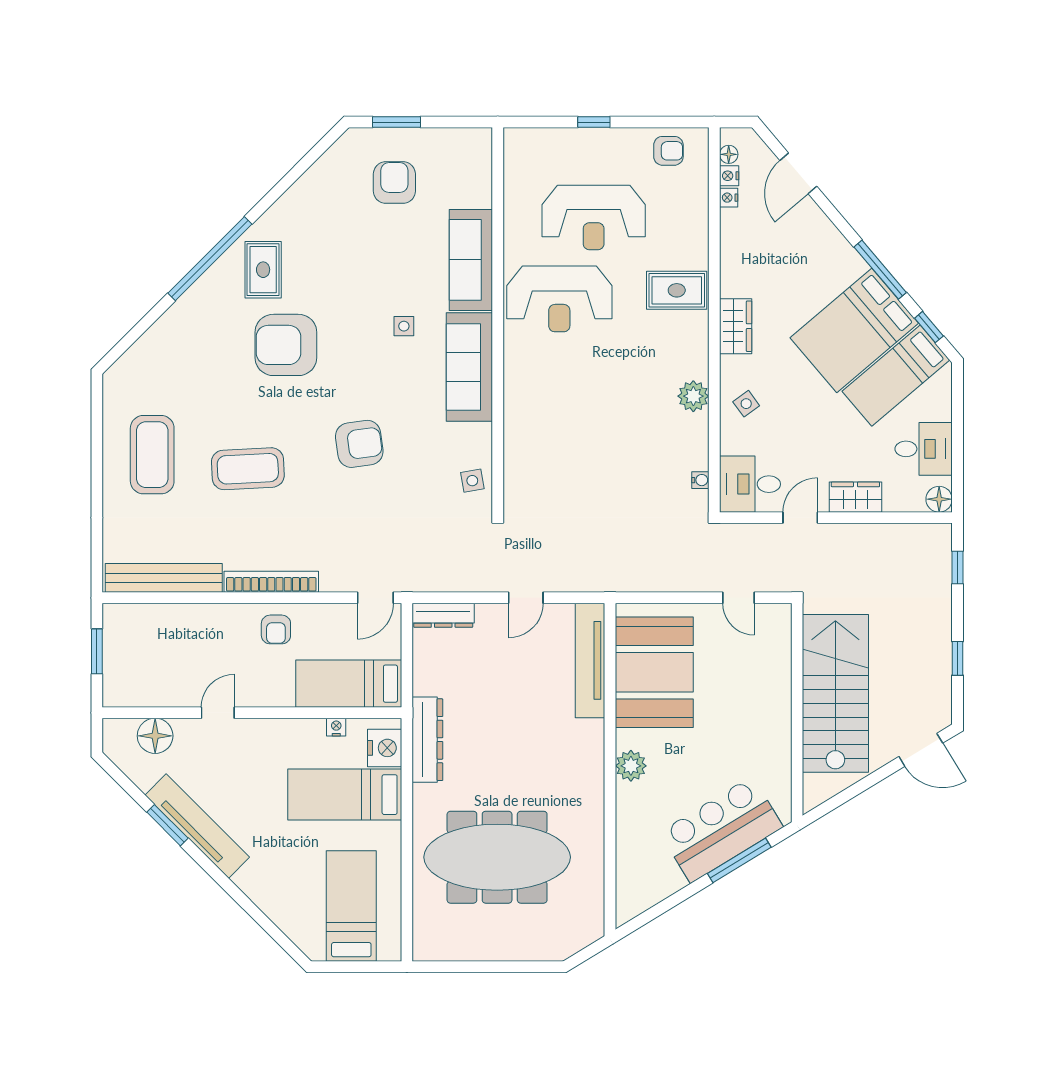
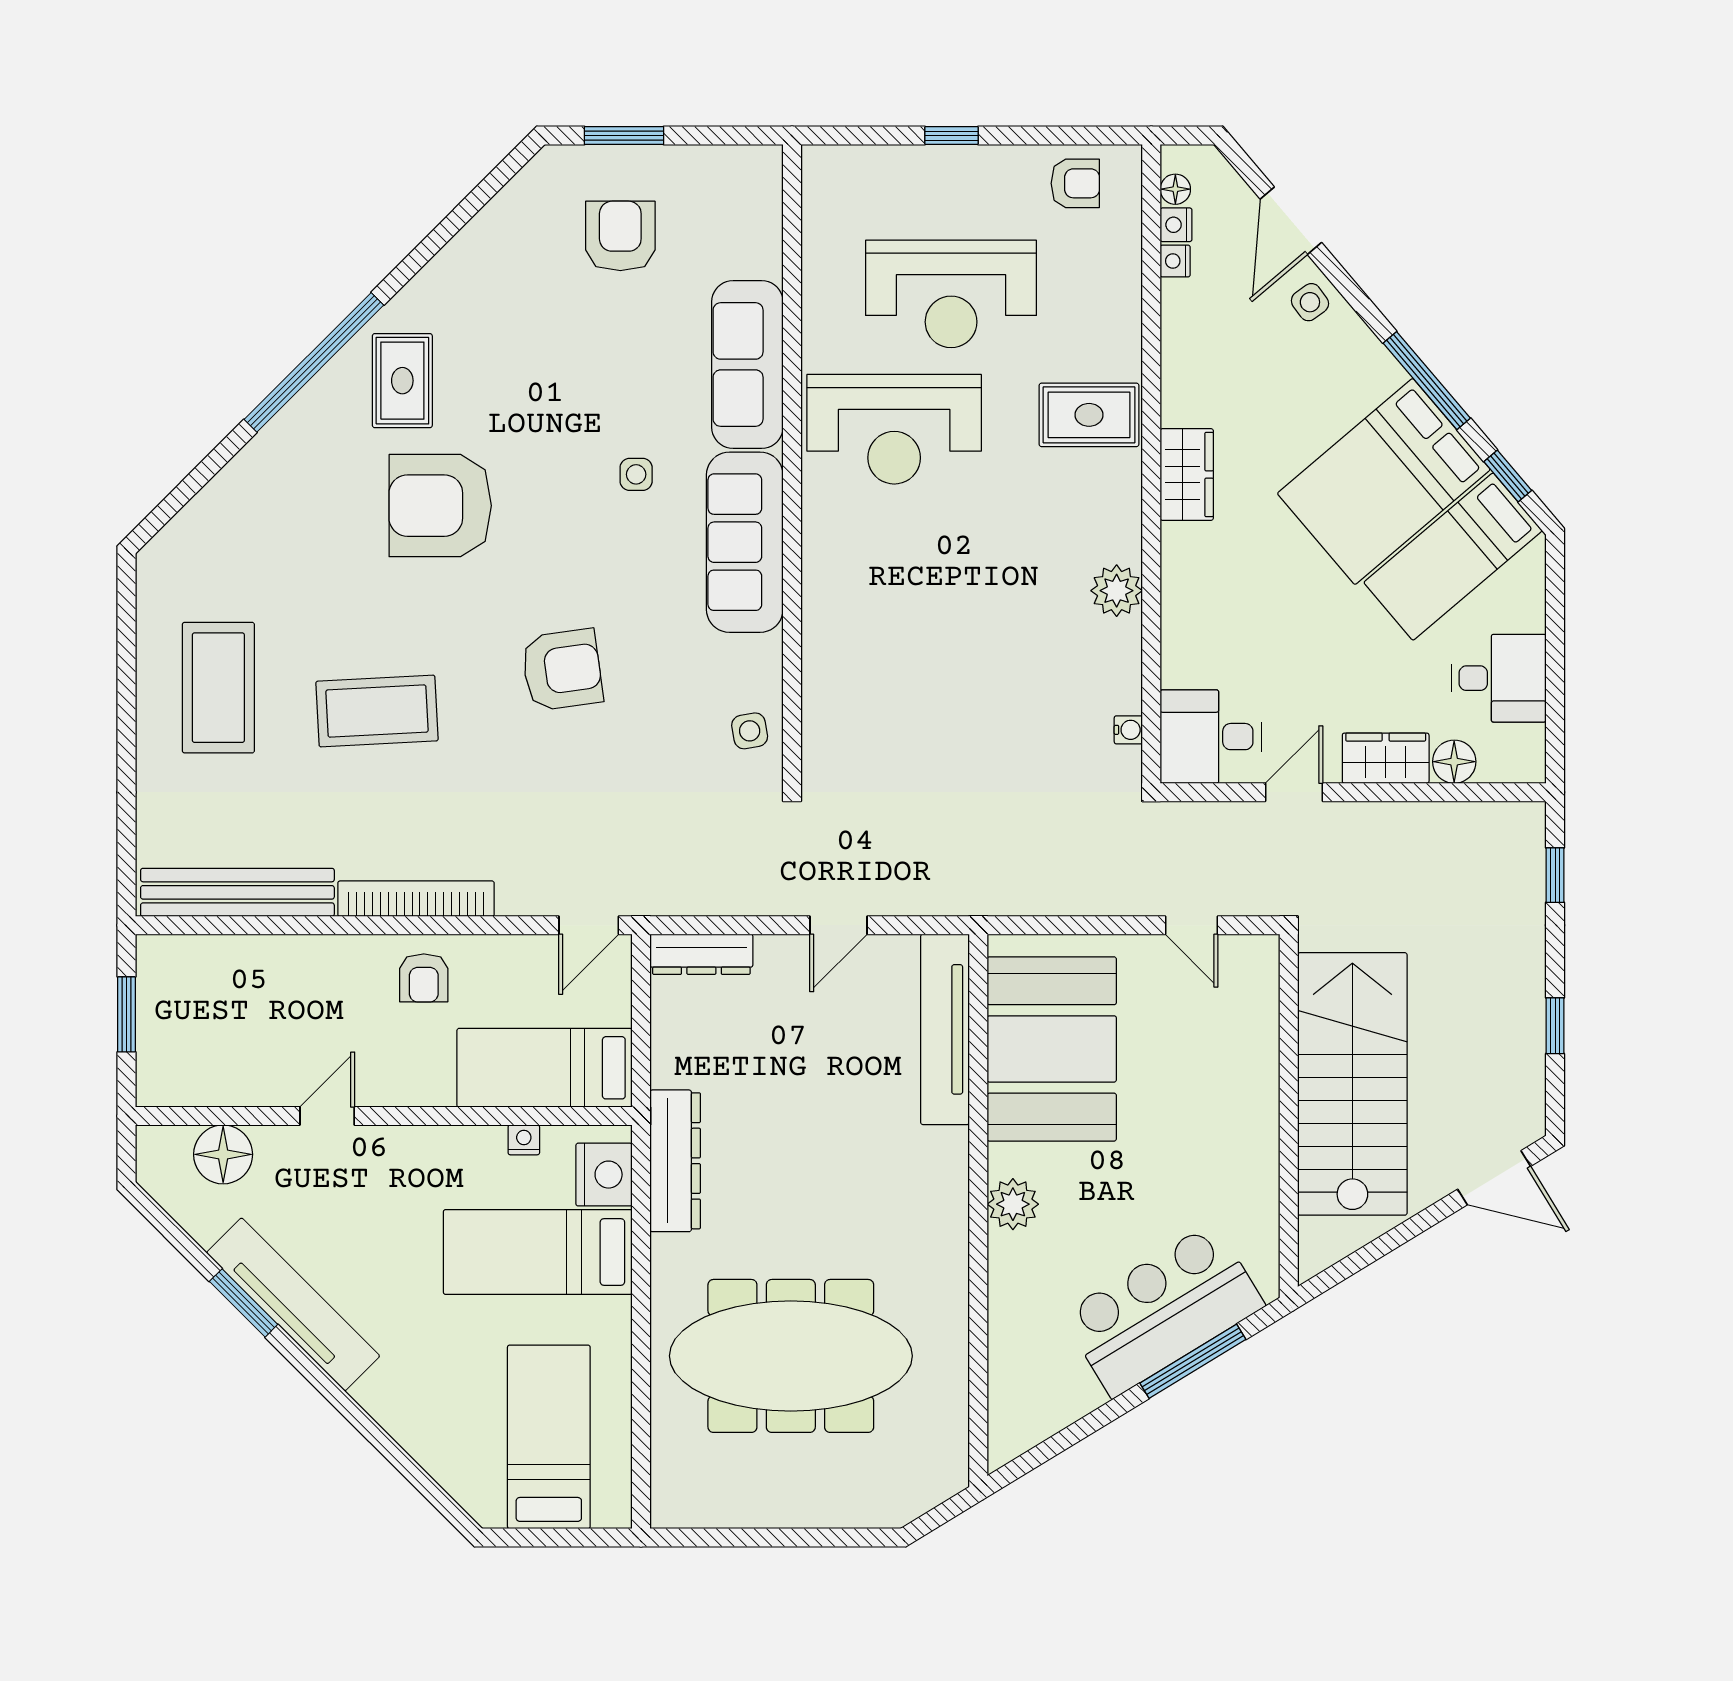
side table: (746, 404) -> (1310, 302), moved
floor lamp: (939, 499) -> (1454, 762), moved

